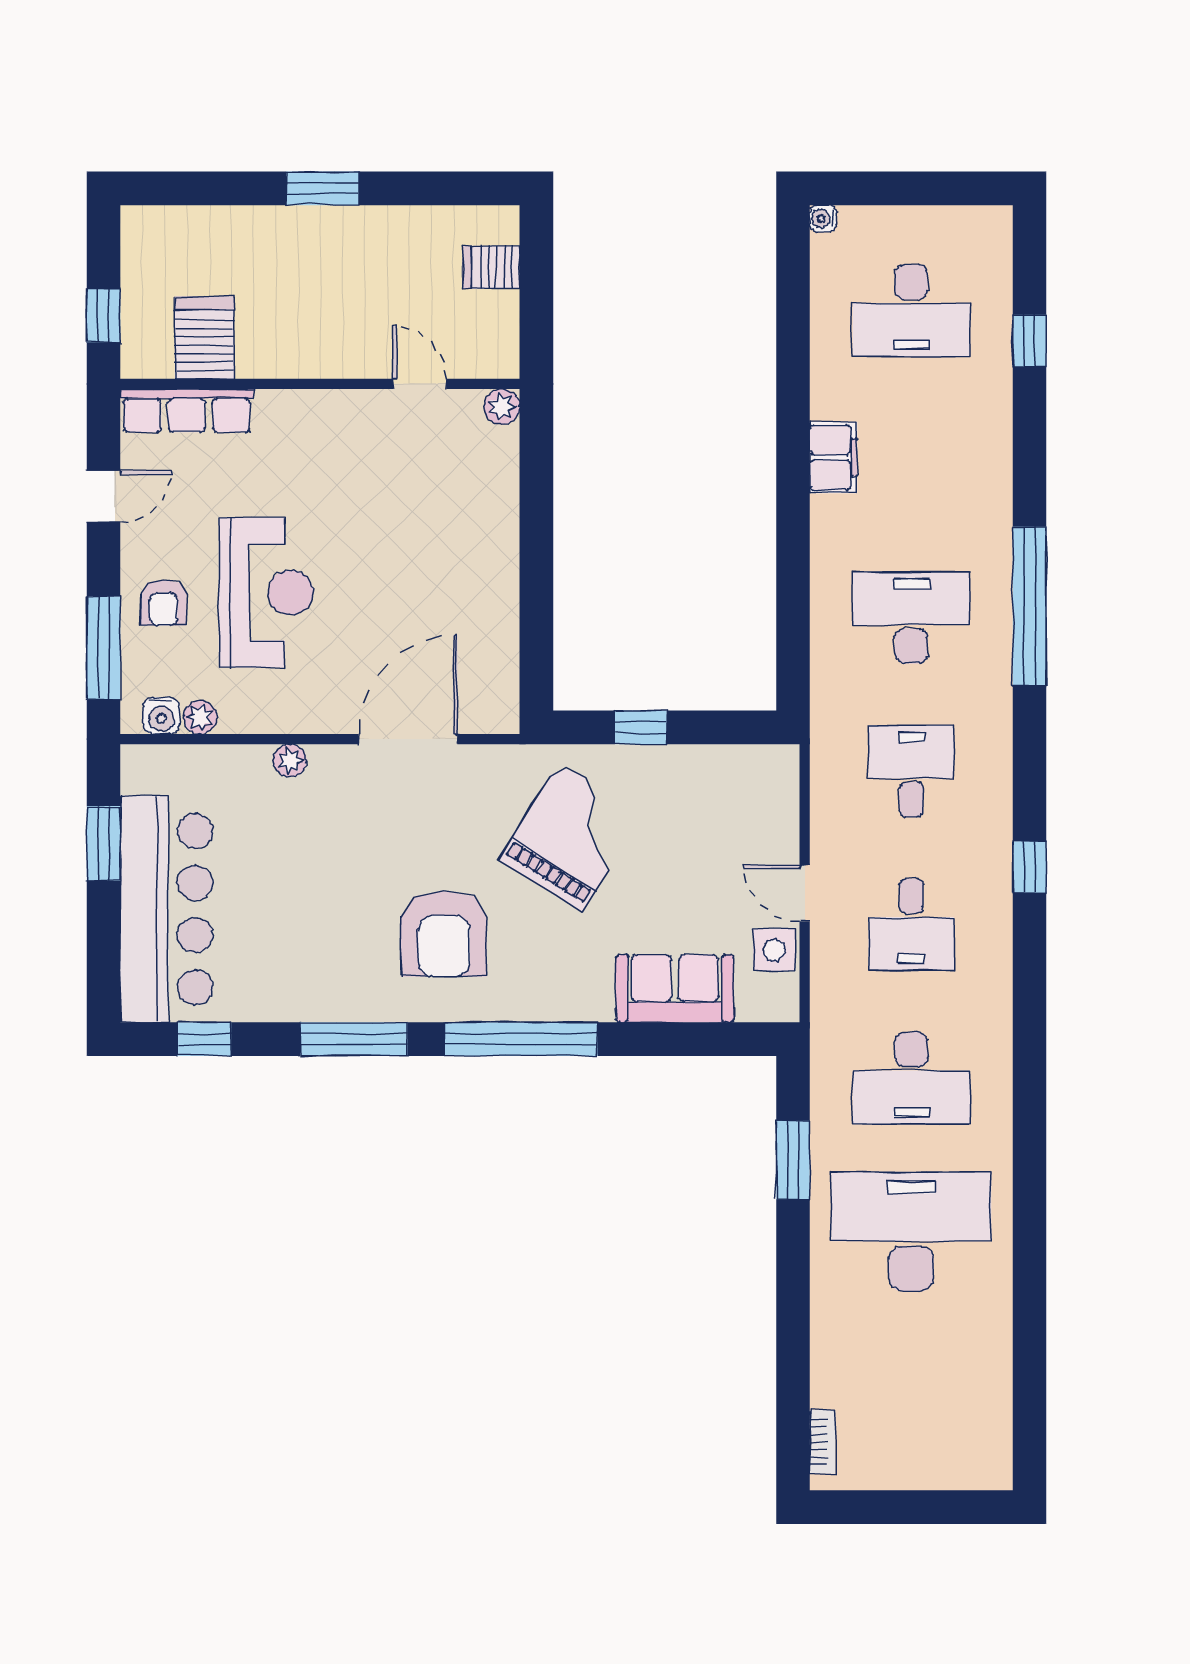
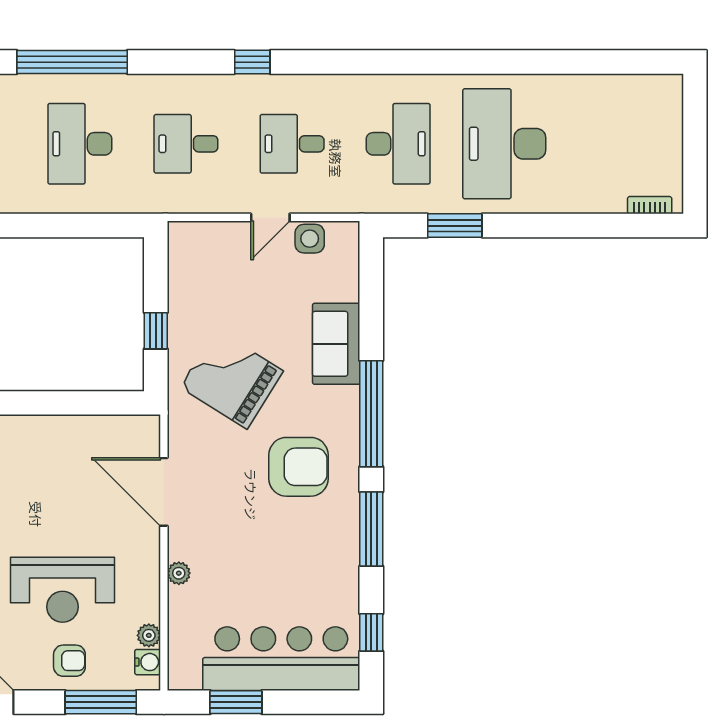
reception desk: (266, 593) -> (63, 590), turned 180
desk: (911, 925) -> (292, 144), turned 180
sofa: (675, 988) -> (336, 344), moved

